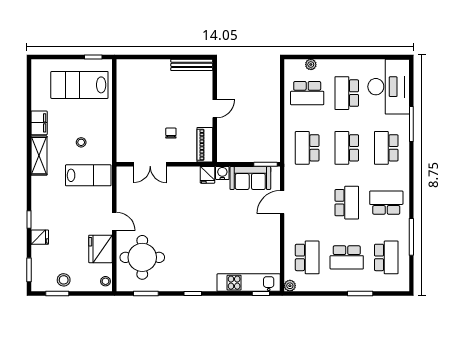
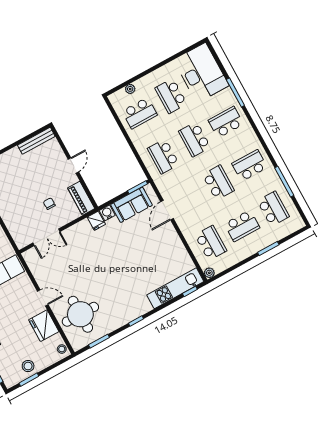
school desk: (386, 148) -> (226, 122), turned 90

